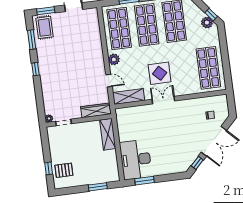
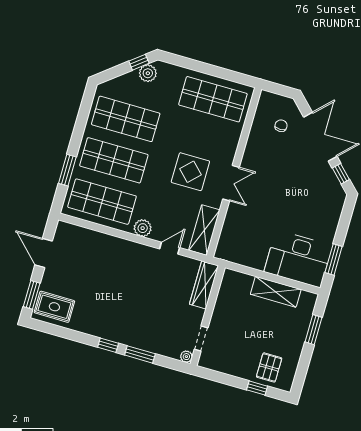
window: (32, 40) -> (140, 354), moved
double door: (163, 100) -> (231, 183), swing flipped
shelving: (108, 134) -> (276, 292), moved

